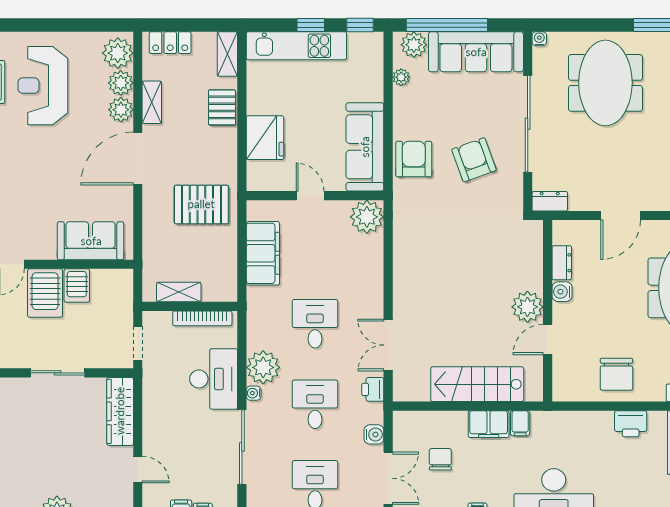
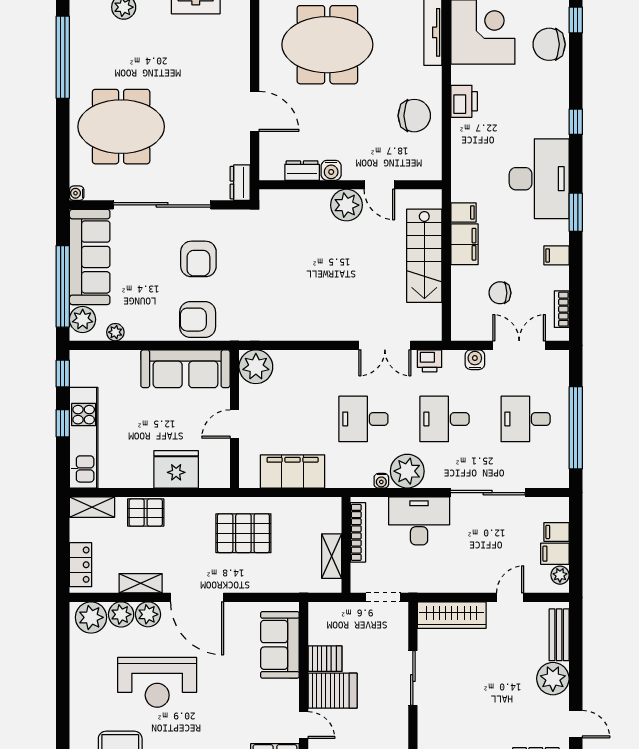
reception desk: (43, 86) -> (157, 682), moved
armchair: (474, 160) -> (198, 259), turned -70
pallet: (201, 204) -> (243, 533), turned 90
water cooler: (254, 393) -> (381, 481), moved

